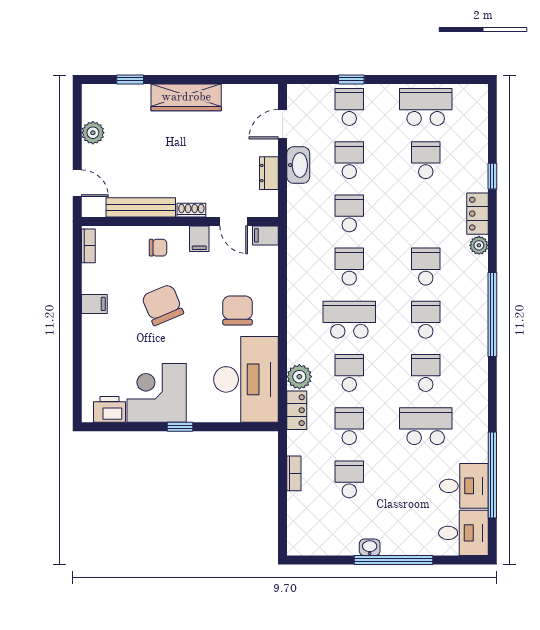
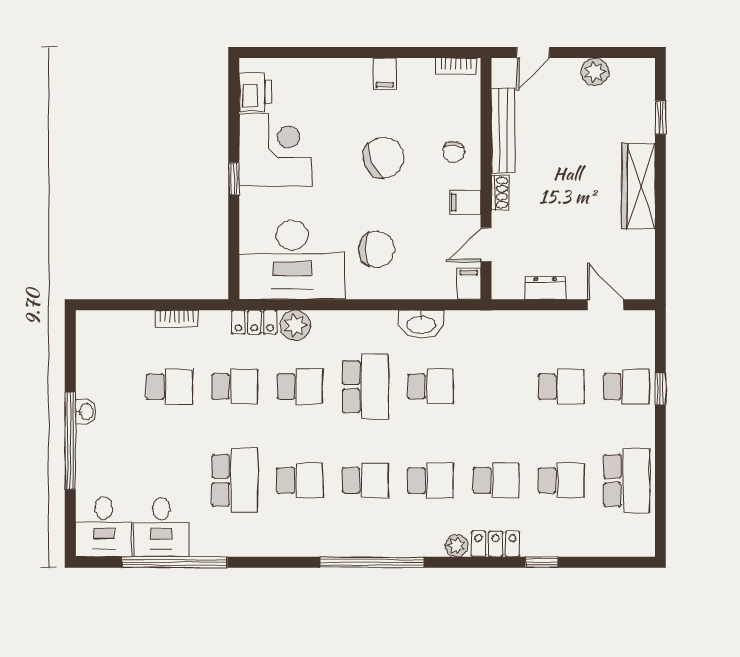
washbasin: (298, 165) -> (421, 324), moved
school desk: (349, 213) -> (496, 480), moved

